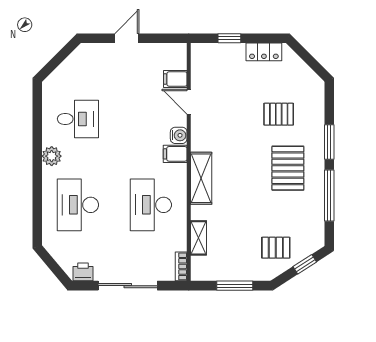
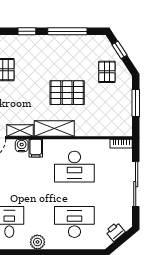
window: (329, 142) -> (27, 31), width x0.67
pallet: (288, 168) -> (67, 93), moved
desk: (78, 205) -> (74, 222), turned 180
shelving: (198, 238) -> (20, 131), moved
printer: (83, 272) -> (115, 232), moved, turned 50

